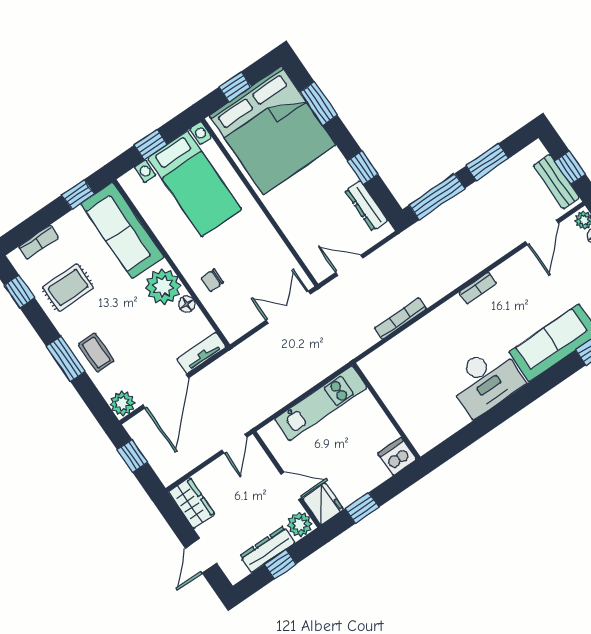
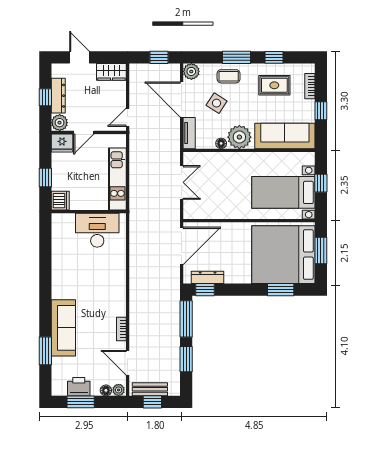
window: (235, 87) -> (321, 250), width x1.50
window: (363, 167) -> (205, 290), moved
window: (78, 195) -> (321, 111), moved
door: (349, 265) -> (182, 246), width x1.87
chair: (212, 280) -> (225, 166), removed
rug: (68, 287) -> (274, 85), turned 90
bookcase: (478, 288) -> (121, 329), moved
window: (19, 292) -> (274, 57), moved
double door: (288, 307) -> (182, 182), moved
bookcase: (400, 318) -> (134, 254), removed
side table: (140, 345) -> (217, 103), added
desk: (486, 381) -> (97, 230), moved, turned 90
door: (234, 444) -> (128, 117), hinge flipped
window: (362, 508) -> (45, 178), moved

